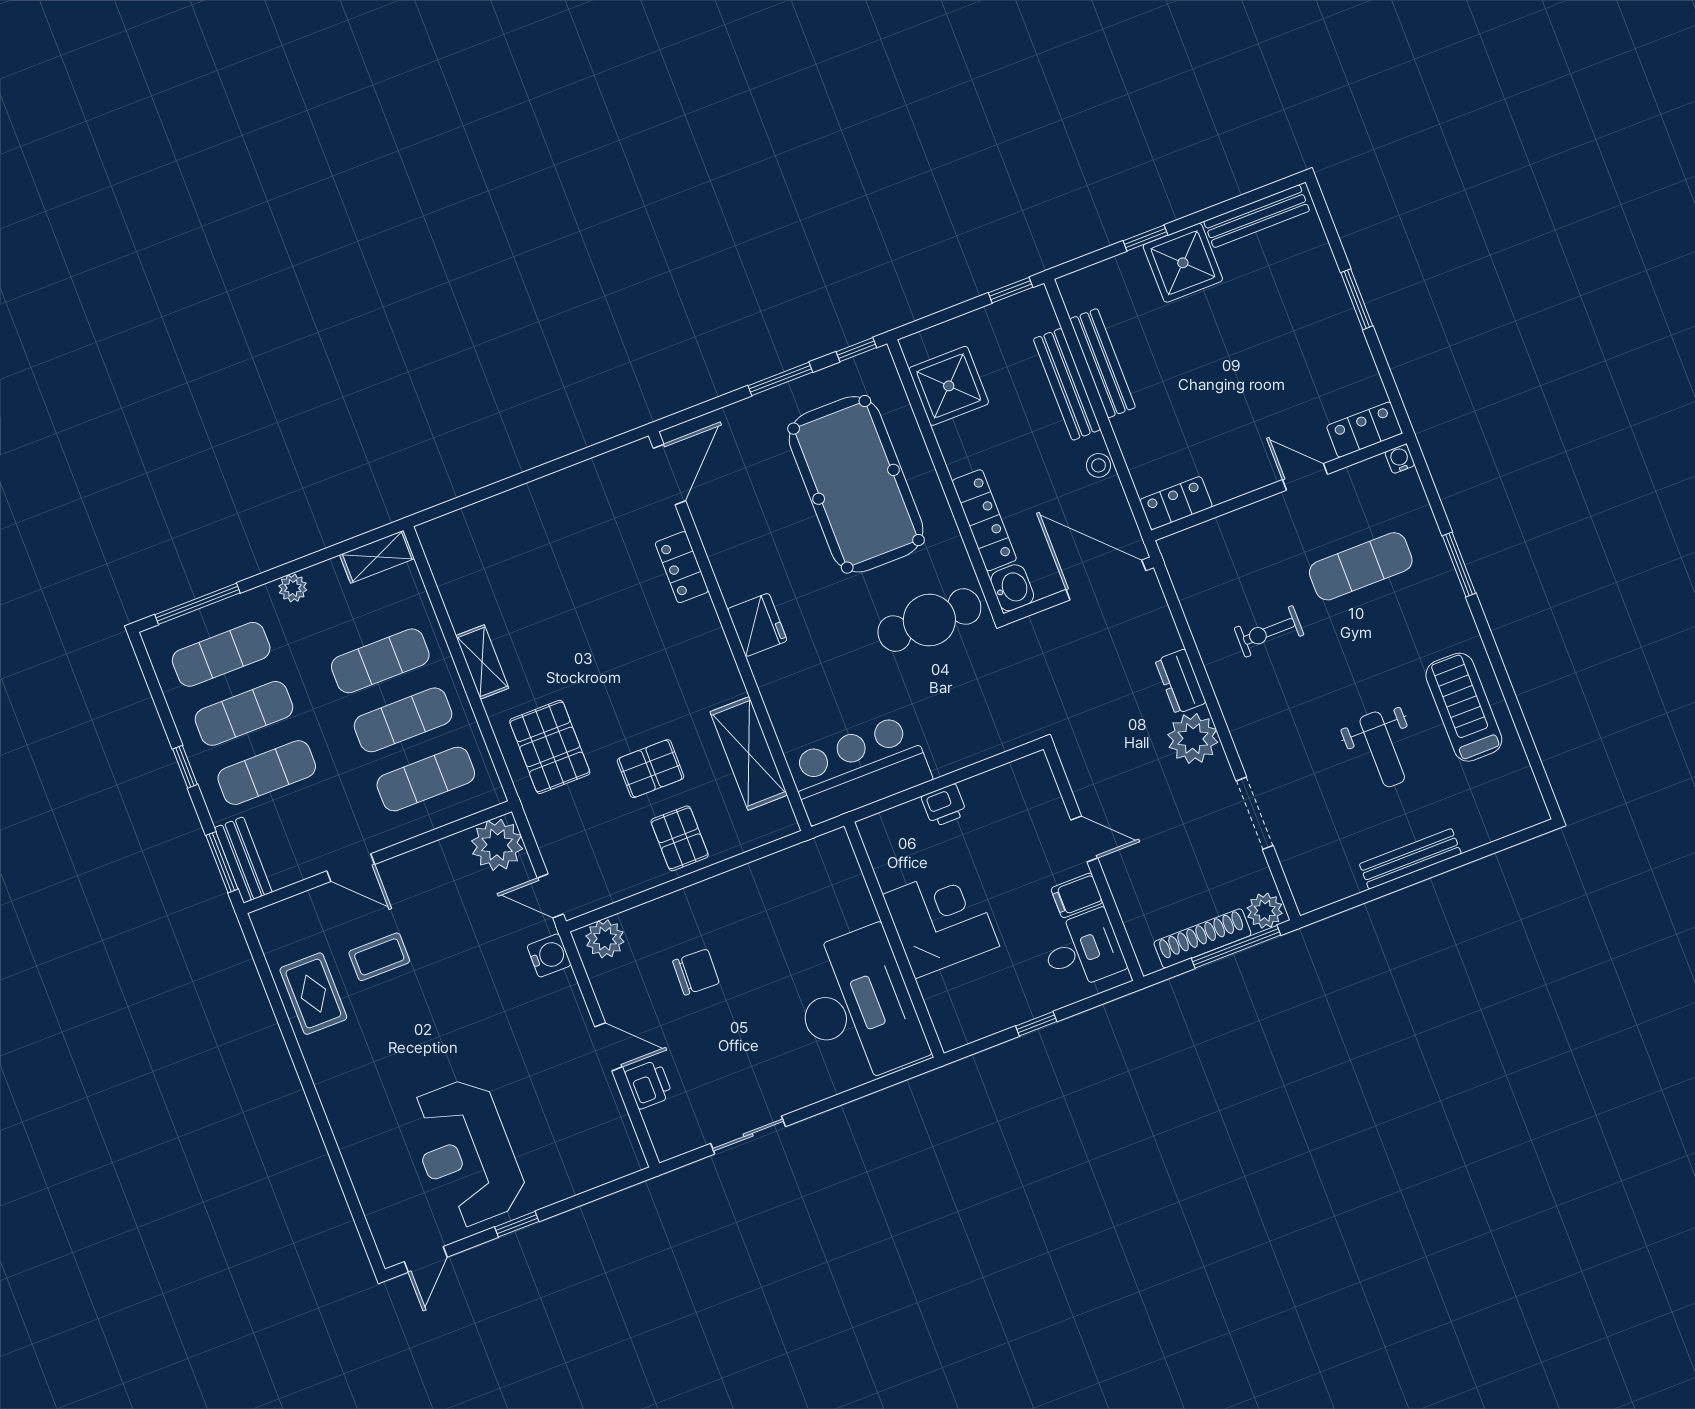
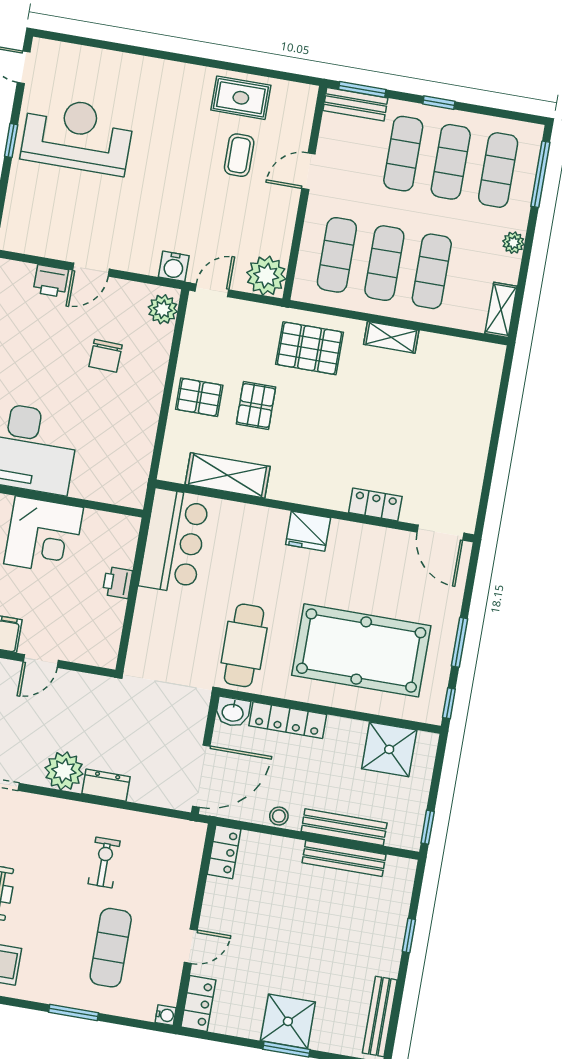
shower: (1183, 263) -> (288, 1021), moved

